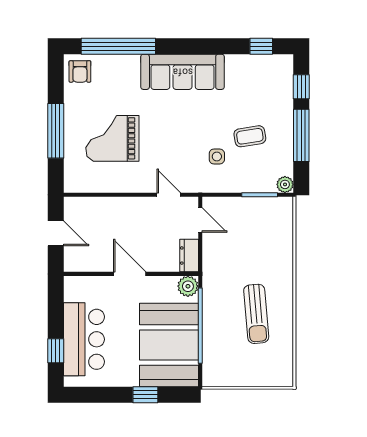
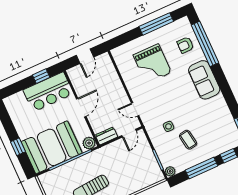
armchair: (80, 71) -> (185, 45), moved
sofa: (183, 72) -> (204, 80), width x0.73
window: (56, 131) -> (156, 24), moved
grand piano: (112, 138) -> (152, 64), turned 180
door: (169, 195) -> (135, 109), swing flipped
bar counter: (84, 339) -> (48, 92), moved
window: (56, 351) -> (41, 76), moved

